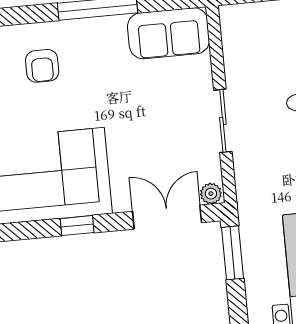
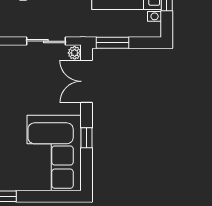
sliding door: (223, 121) -> (46, 41), moved

